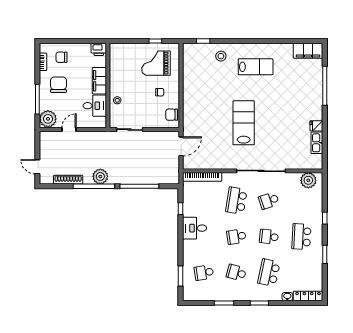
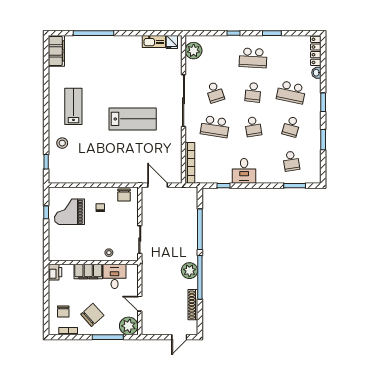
grand piano: (156, 63) -> (70, 212), turned 90
chair: (58, 85) -> (92, 315), turned 138
lab bench: (244, 123) -> (133, 119), turned 180
fridge: (316, 126) -> (172, 42), moved

